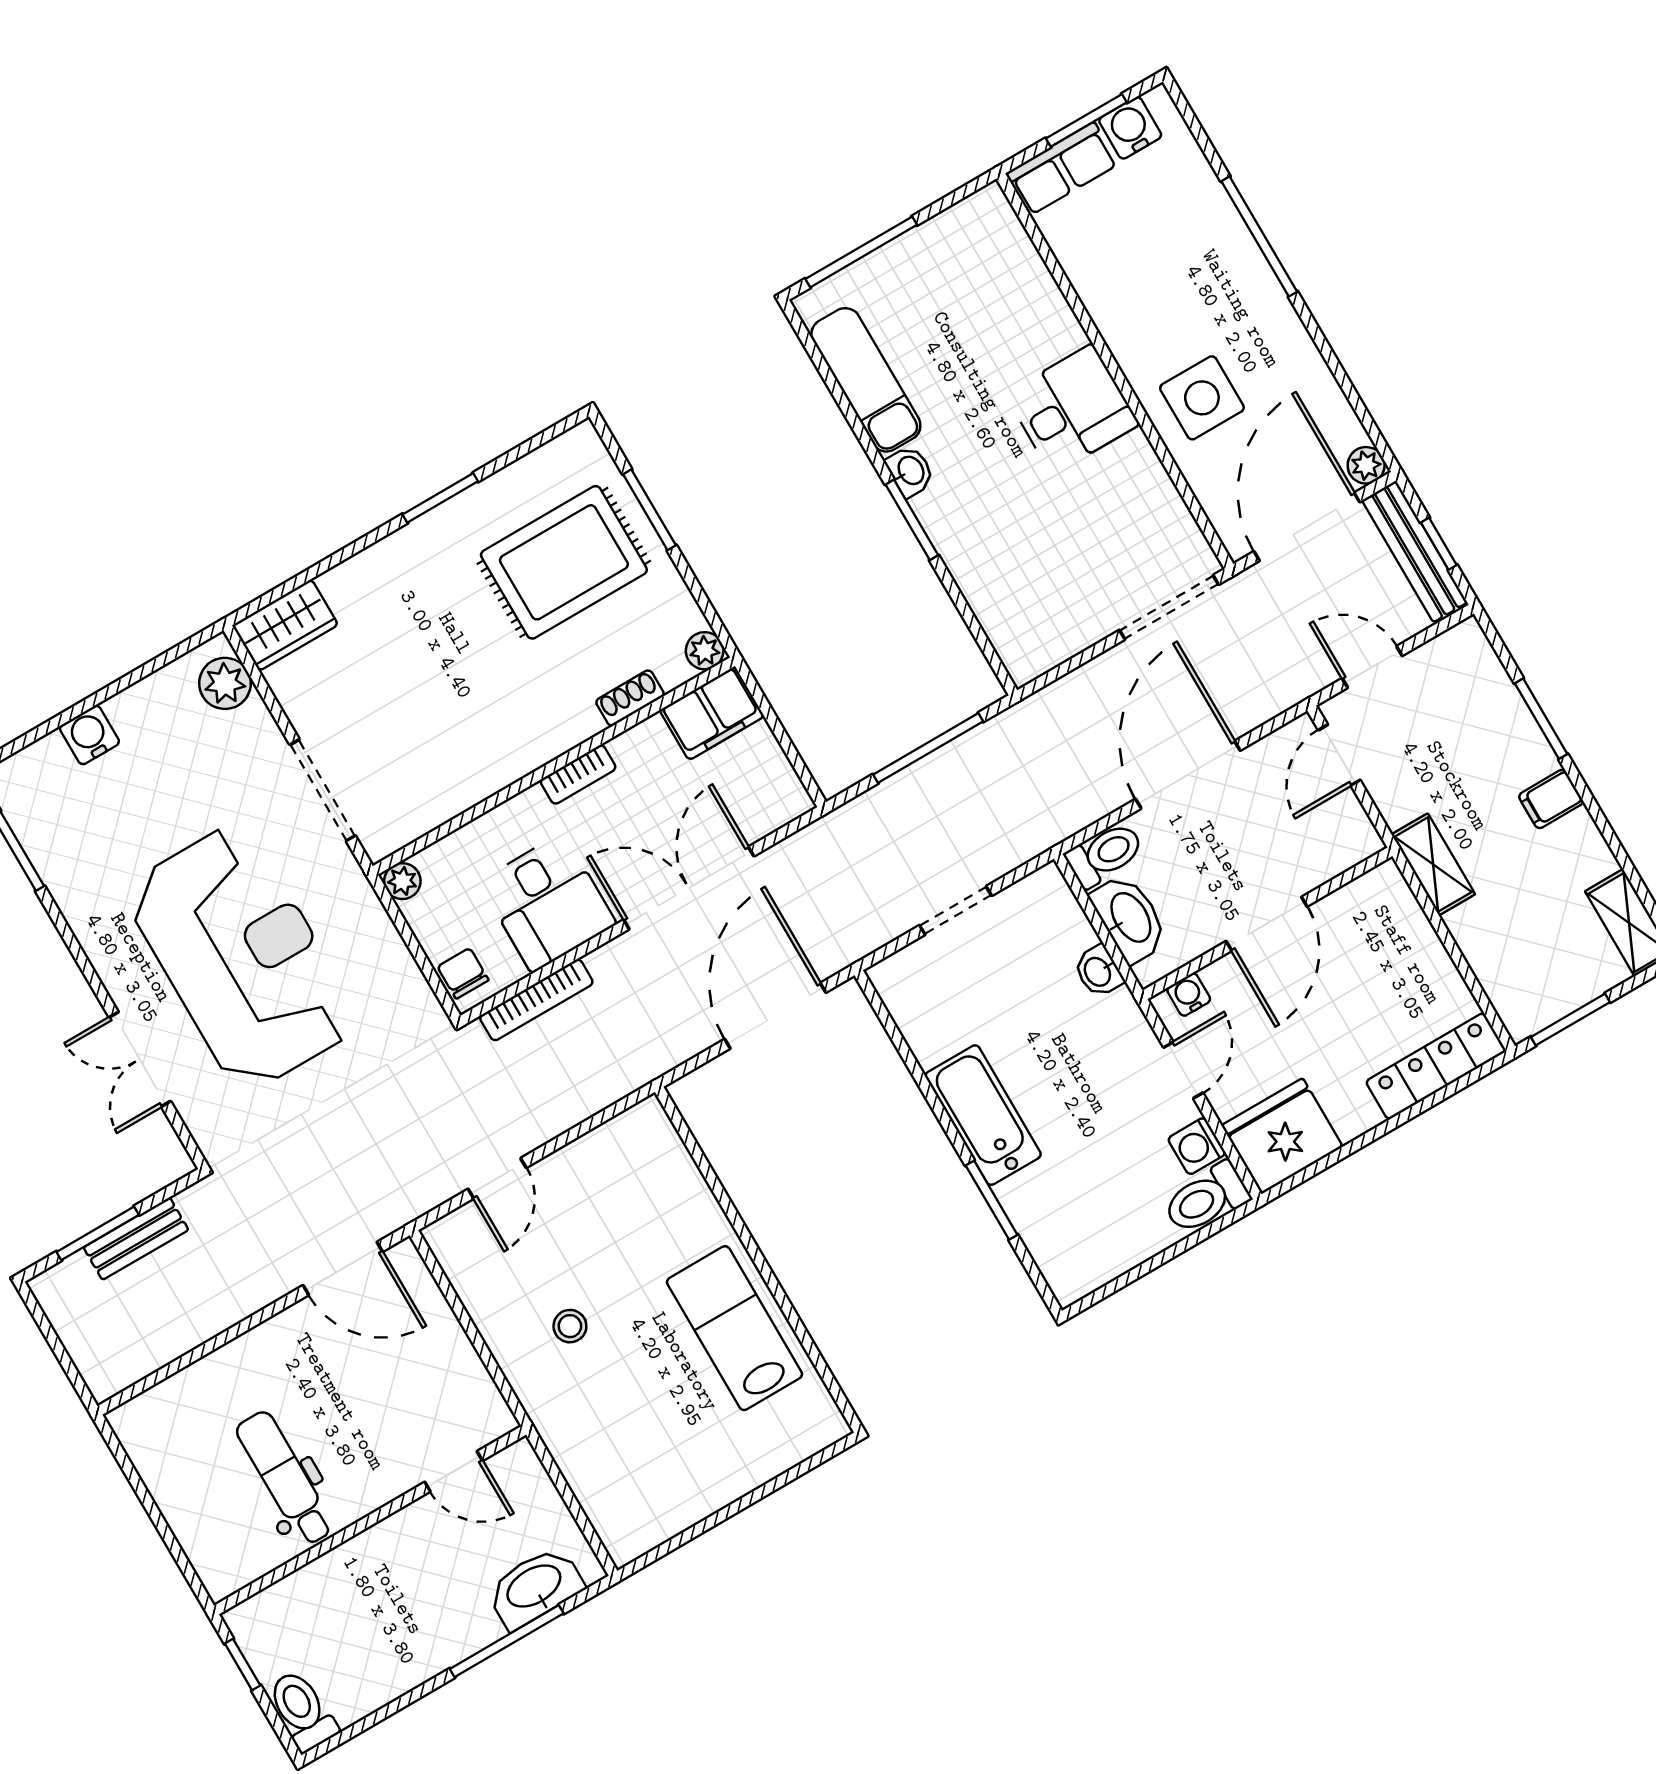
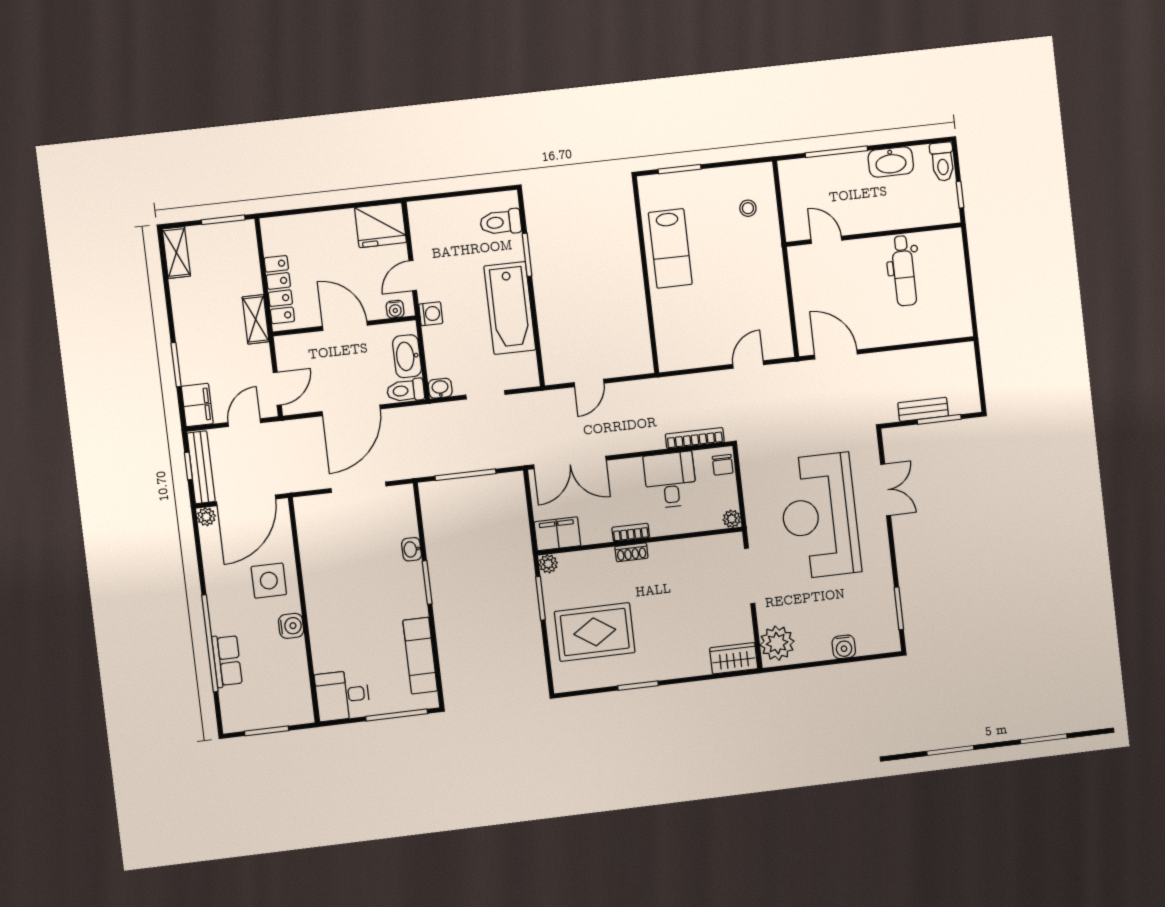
water cooler: (1130, 128) -> (291, 626), moved, turned -90
row of seats: (1062, 169) -> (227, 661), moved, turned 90
window: (1259, 236) -> (210, 643), width x1.46
desk: (1072, 409) -> (342, 695), moved
washbasin: (910, 471) -> (412, 549), moved
window: (649, 510) -> (540, 598), moved
doorway: (1169, 607) -> (358, 487), moved
door: (1372, 667) -> (244, 423), swing flipped
plant: (225, 683) -> (777, 643), width x1.36, depth x1.36
shoe rack: (630, 698) -> (631, 552), moved
filing cabinet: (1551, 799) -> (197, 405), moved, width x2.00
double door: (689, 888) -> (570, 463), moved
door: (1267, 924) -> (345, 326), hinge flipped
washbasin: (1098, 971) -> (440, 388), moved, turned -90
door: (775, 1016) -> (589, 383), width x0.53
locker: (1436, 1066) -> (279, 290), moved, turned -90
bathtub: (983, 1115) -> (510, 308), width x1.36, depth x1.36
washing machine: (1197, 1146) -> (431, 314), moved
toilet: (1206, 1199) -> (501, 222), moved, turned 180
stool: (570, 1326) -> (748, 208), moved
window: (781, 1481) -> (680, 169), added
washbasin: (535, 1587) -> (891, 162), moved

